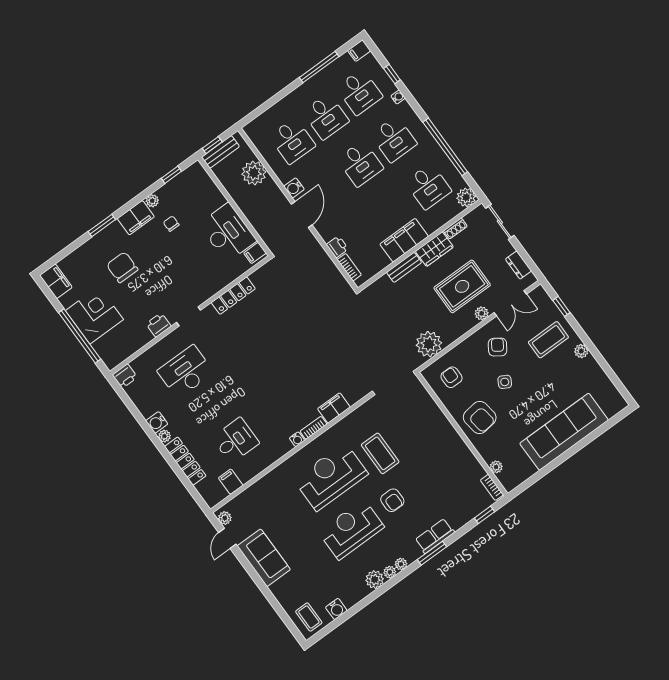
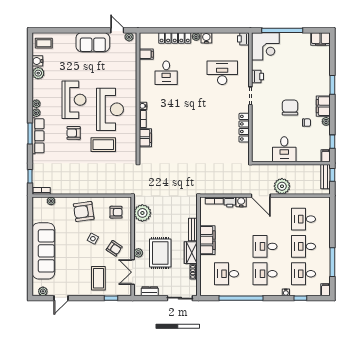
plant: (254, 173) -> (282, 186), moved
water cooler: (294, 188) -> (241, 202), moved
plant: (466, 197) -> (206, 290), removed
desk: (228, 232) -> (284, 149), width x0.73
filing cabinet: (255, 253) -> (326, 156), moved
chair: (122, 267) -> (290, 108), moved, turned -90
corner desk: (94, 315) -> (265, 46), moved
plant: (581, 351) -> (43, 291), moved
door: (606, 368) -> (61, 298), added
desk: (185, 372) -> (222, 73), turned -90
row of seats: (435, 536) -> (38, 136), width x1.48
plant: (375, 580) -> (38, 73), moved

